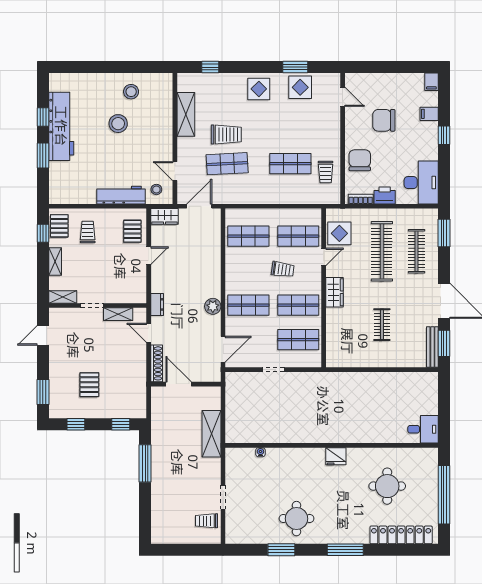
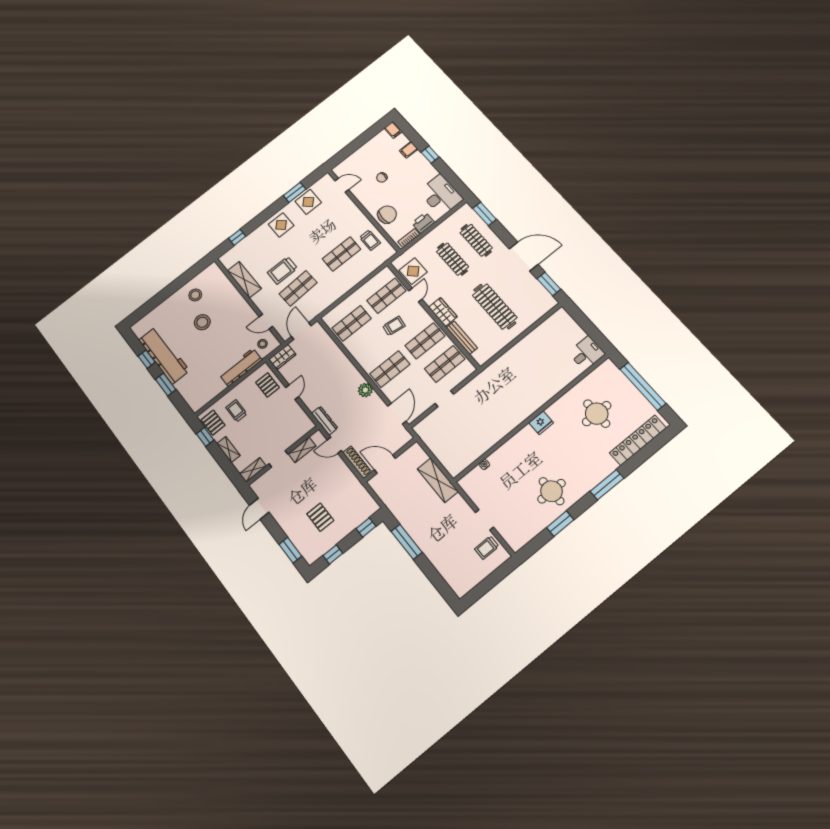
chair: (384, 120) -> (382, 177), width x0.54, depth x0.54
trolley: (226, 135) -> (282, 270), turned 180
chair: (360, 160) -> (387, 214), turned 90
clothes rail: (382, 251) -> (452, 259), width x0.73, depth x0.76
dresser: (157, 304) -> (325, 421), width x1.44
clothes rail: (382, 325) -> (495, 306), width x1.86, depth x1.31
bench: (432, 347) -> (462, 338), moved

